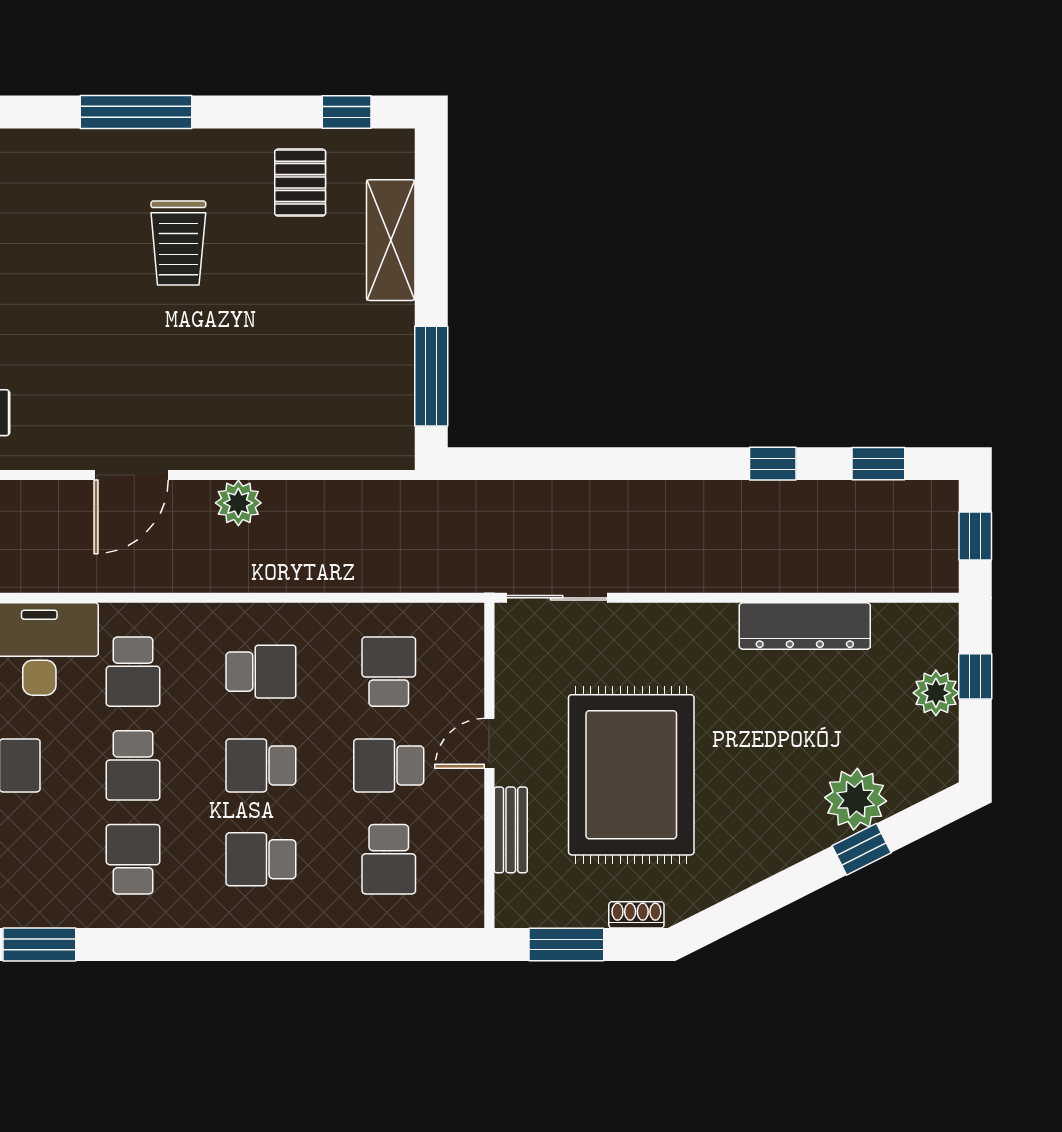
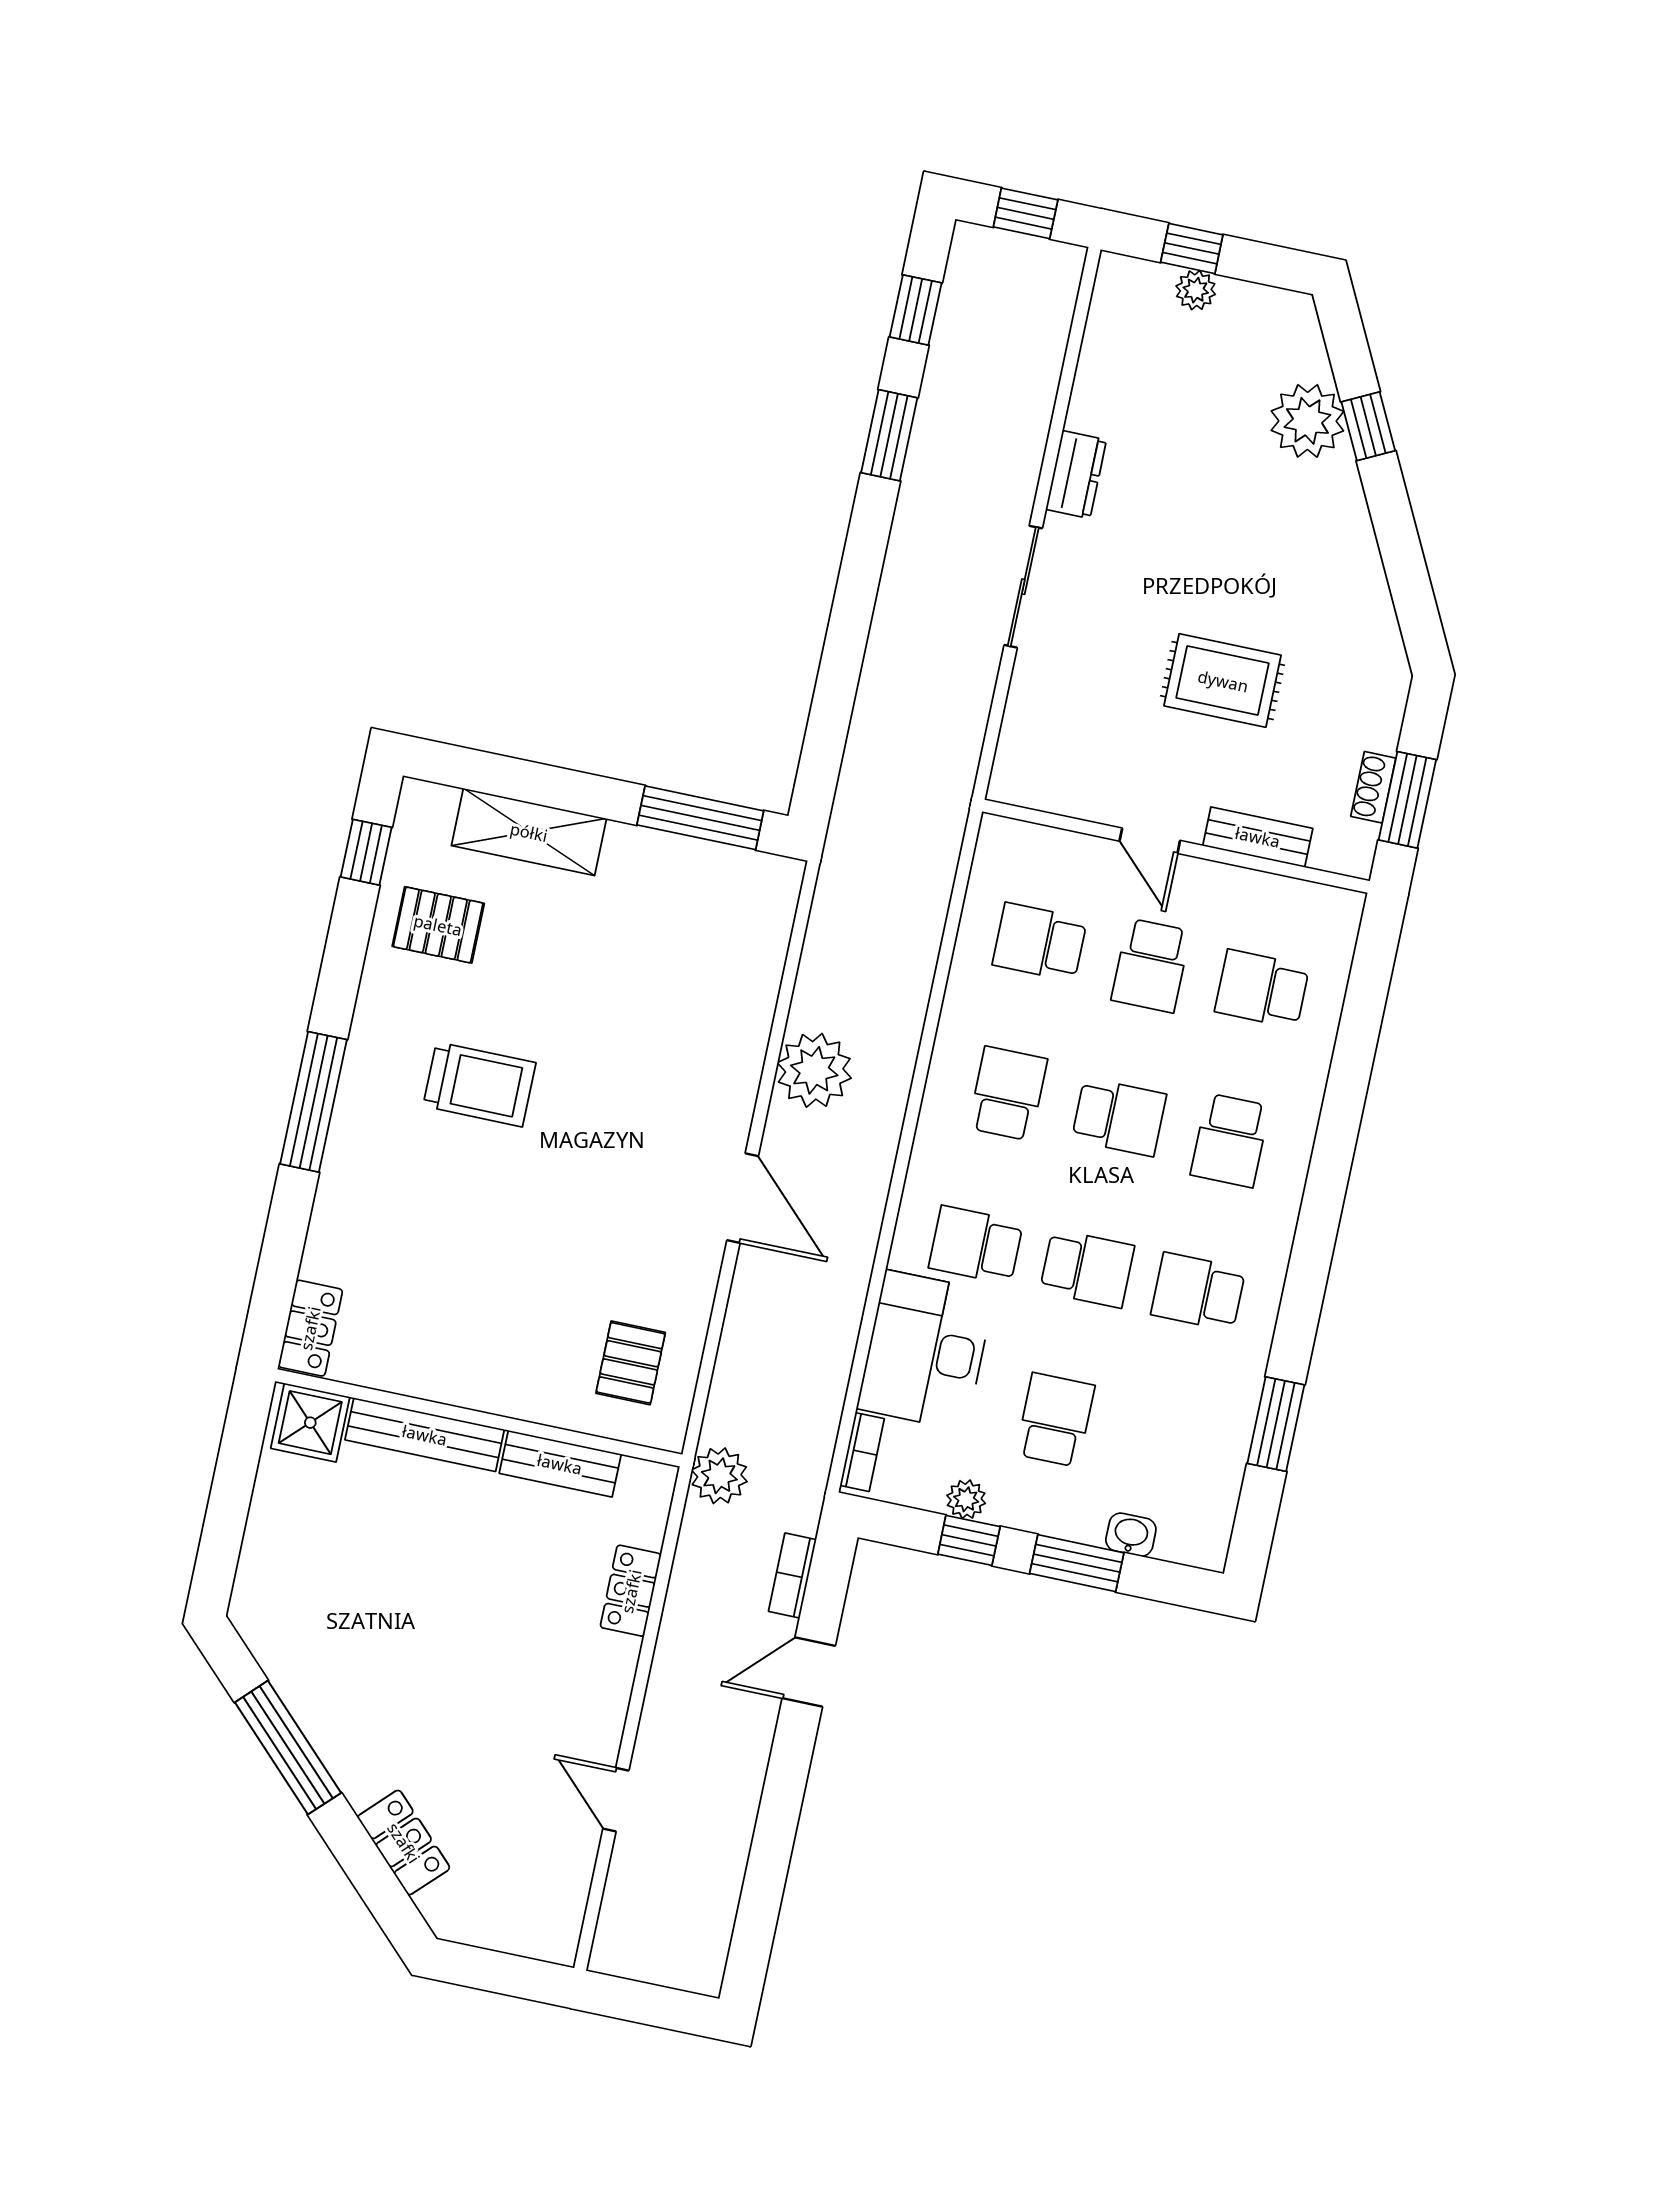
window: (773, 464) -> (889, 435), width x1.50
plant: (238, 503) -> (814, 1070), width x1.36, depth x1.36
sliding door: (557, 598) -> (1023, 587), moved
dresser: (805, 626) -> (1076, 475), width x0.51, depth x0.80
school desk: (133, 672) -> (976, 1245), turned 180
plant: (936, 693) -> (1196, 290), width x0.73, depth x0.73
school desk: (261, 765) -> (1119, 1117), turned -90
rug: (631, 775) -> (1223, 681), width x0.54, depth x0.49
school desk: (389, 859) -> (1262, 989), turned 180
shoe rack: (636, 915) -> (1373, 787), moved

